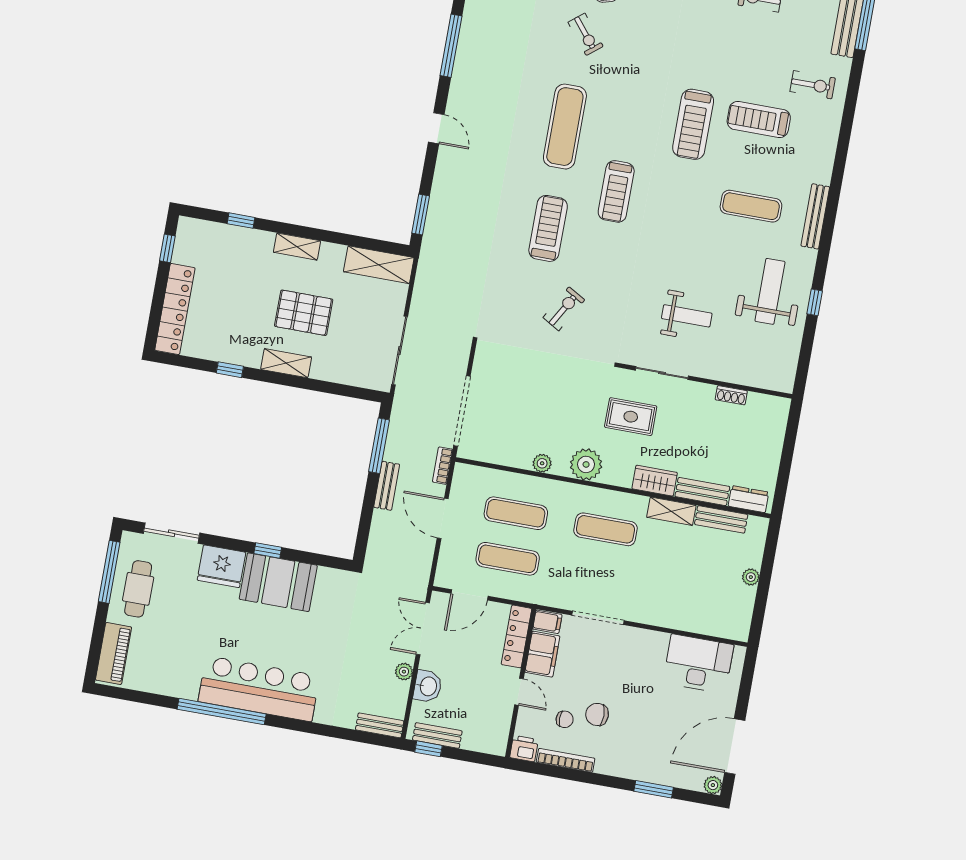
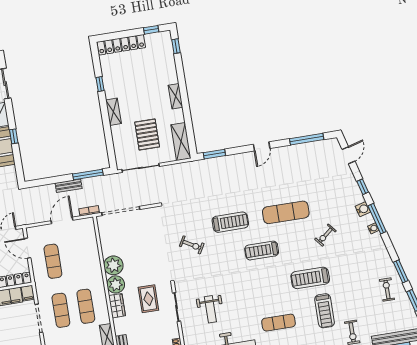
exercise bike: (586, 34) -> (325, 235), moved
treadmill: (759, 119) -> (325, 311), turned 180
exercise mat: (751, 206) -> (279, 323), turned 90
window: (241, 221) -> (176, 46), moved
pallet: (304, 313) -> (147, 135), moved
plant: (542, 463) -> (113, 265), width x1.87, depth x1.87
wardrobe: (655, 481) -> (117, 306), moved
exercise mat: (516, 513) -> (61, 310), moved

